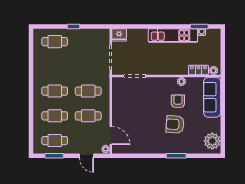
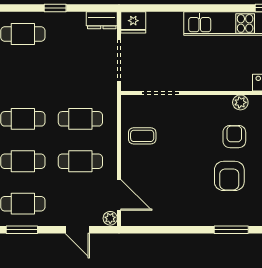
dresser: (101, 34) -> (102, 20), added
coffee table: (124, 101) -> (142, 136), added
armchair: (175, 124) -> (229, 176), turned -94

